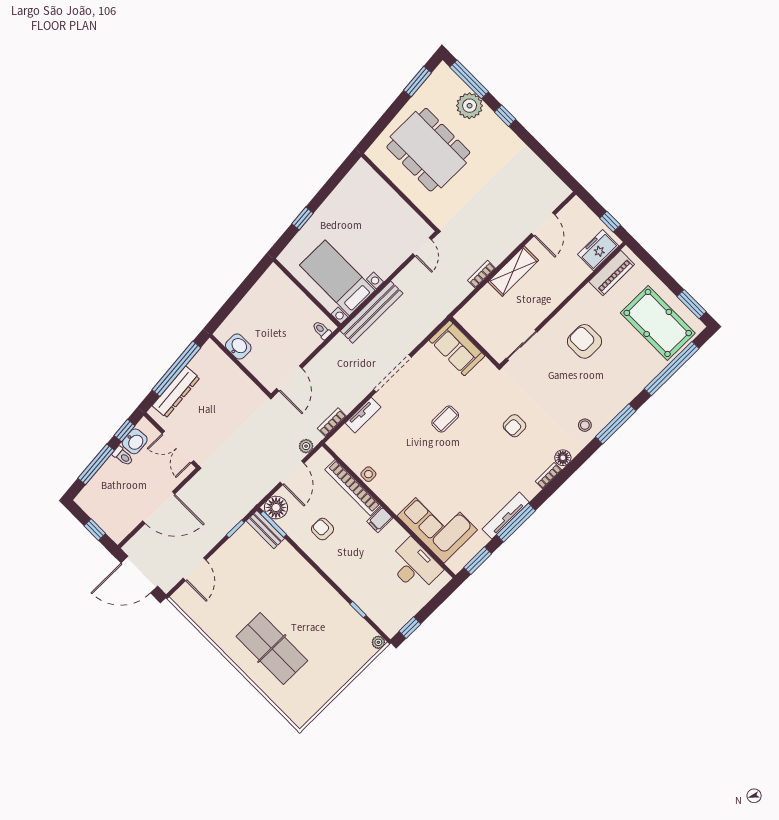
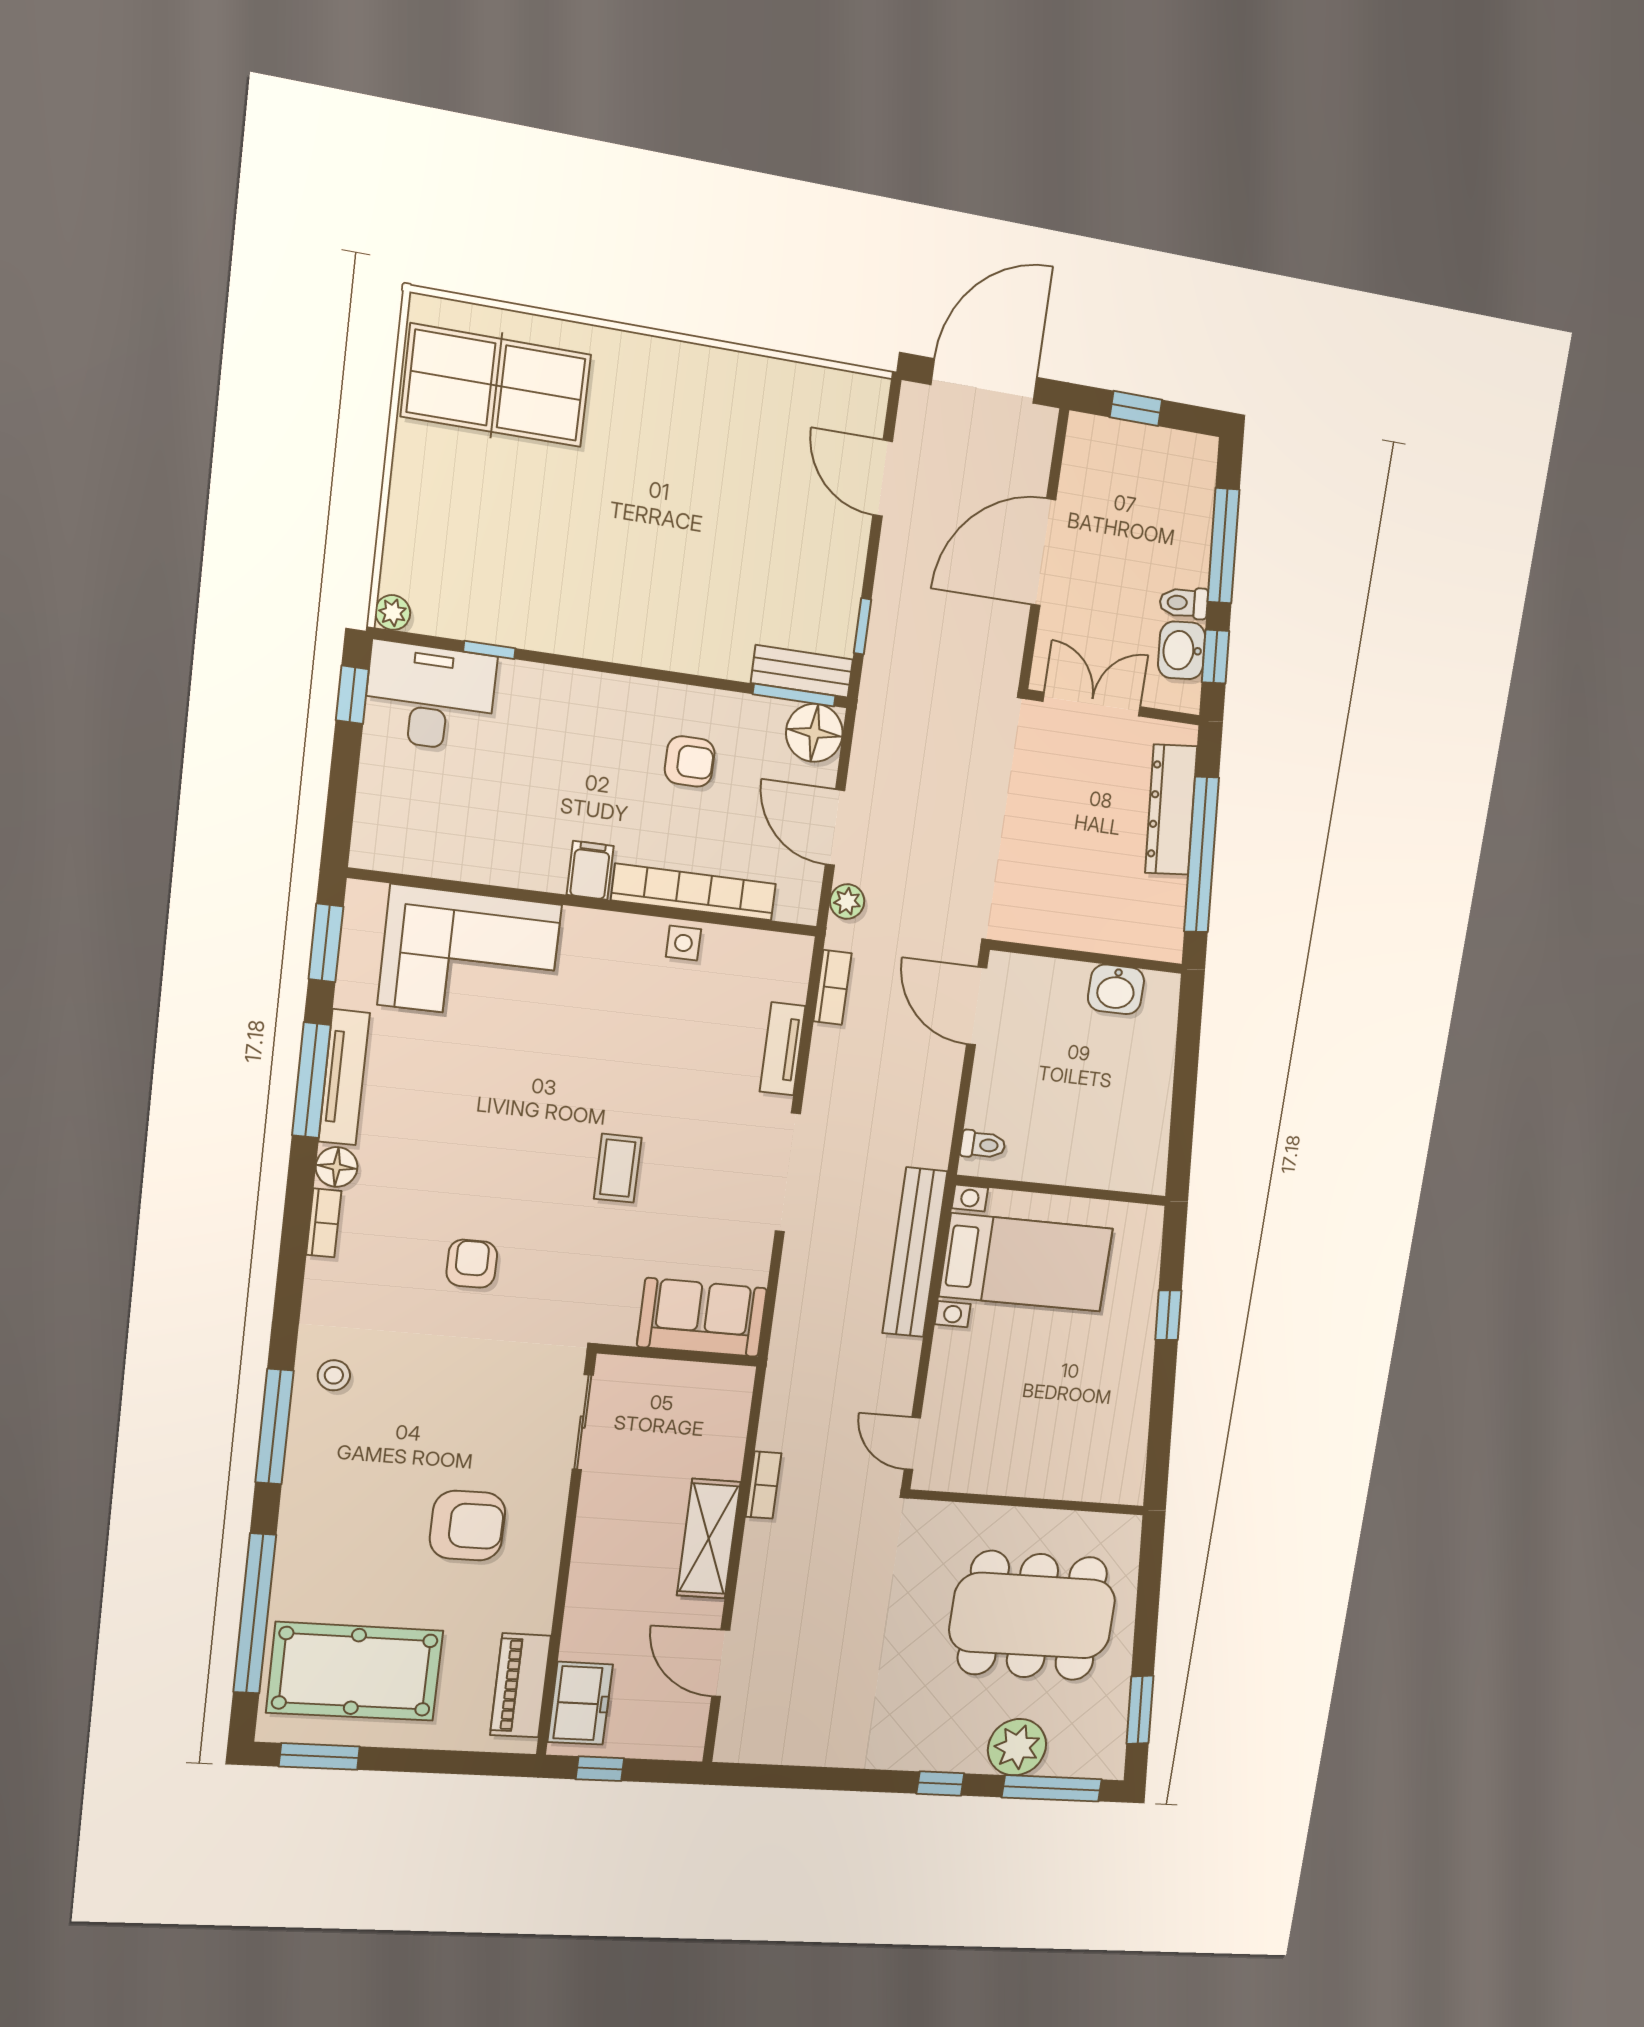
floor lamp: (563, 458) -> (337, 1167), moved
desk: (414, 566) -> (430, 697), moved, turned 180
table tennis table: (272, 649) -> (496, 385), moved

